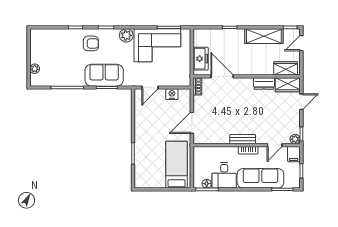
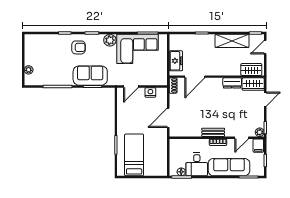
door: (222, 76) -> (195, 77), swing flipped
bed: (177, 165) -> (134, 155), moved

